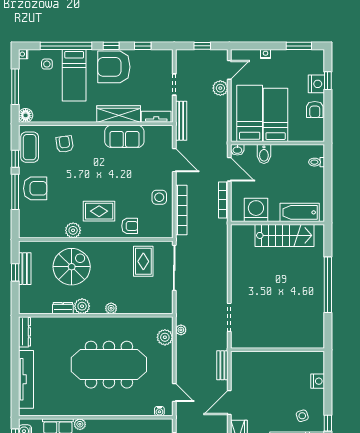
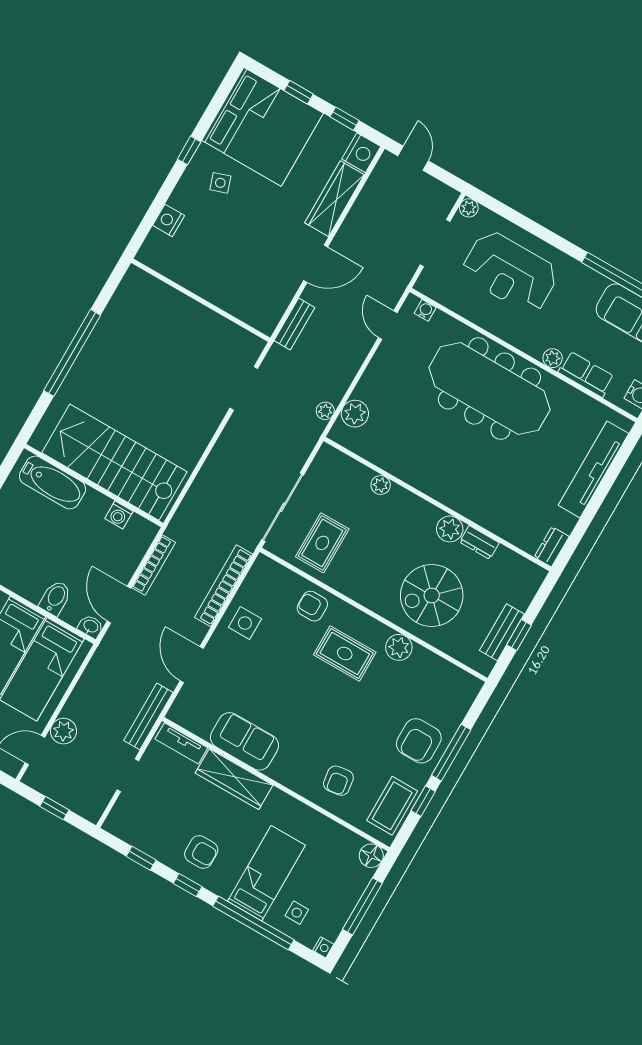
armchair: (114, 67) -> (201, 852), width x0.53, depth x0.53
armchair: (35, 188) -> (419, 741), turned -90
washing machine: (256, 210) -> (119, 515), width x0.53, depth x0.53
stairs: (285, 235) -> (114, 462), width x1.36, depth x1.51
plant: (111, 308) -> (381, 485), moved
dresser: (24, 332) -> (552, 547), width x0.70
meeting table: (109, 365) -> (489, 389), moved

